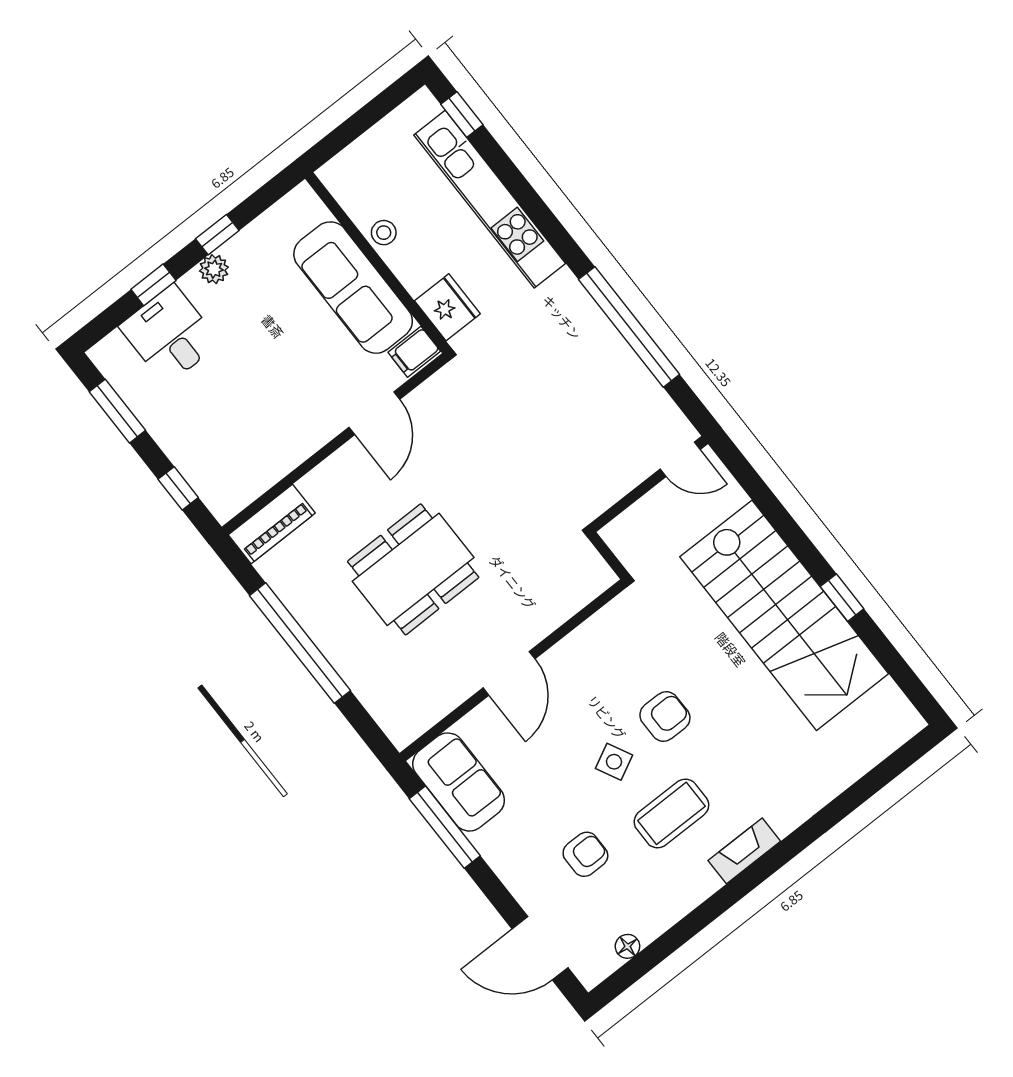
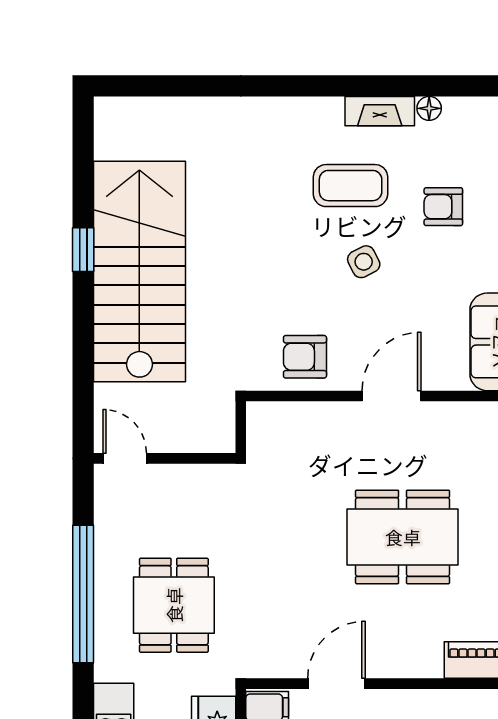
dining table: (551, 374) -> (174, 605), added
armchair: (665, 717) -> (305, 357), moved
fireplace: (744, 851) -> (380, 111), moved
floor lamp: (627, 946) -> (429, 108), moved

